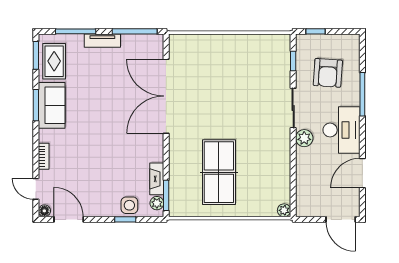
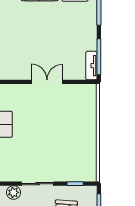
tv unit: (102, 41) -> (91, 66), moved
double door: (166, 96) -> (47, 82), width x0.54

